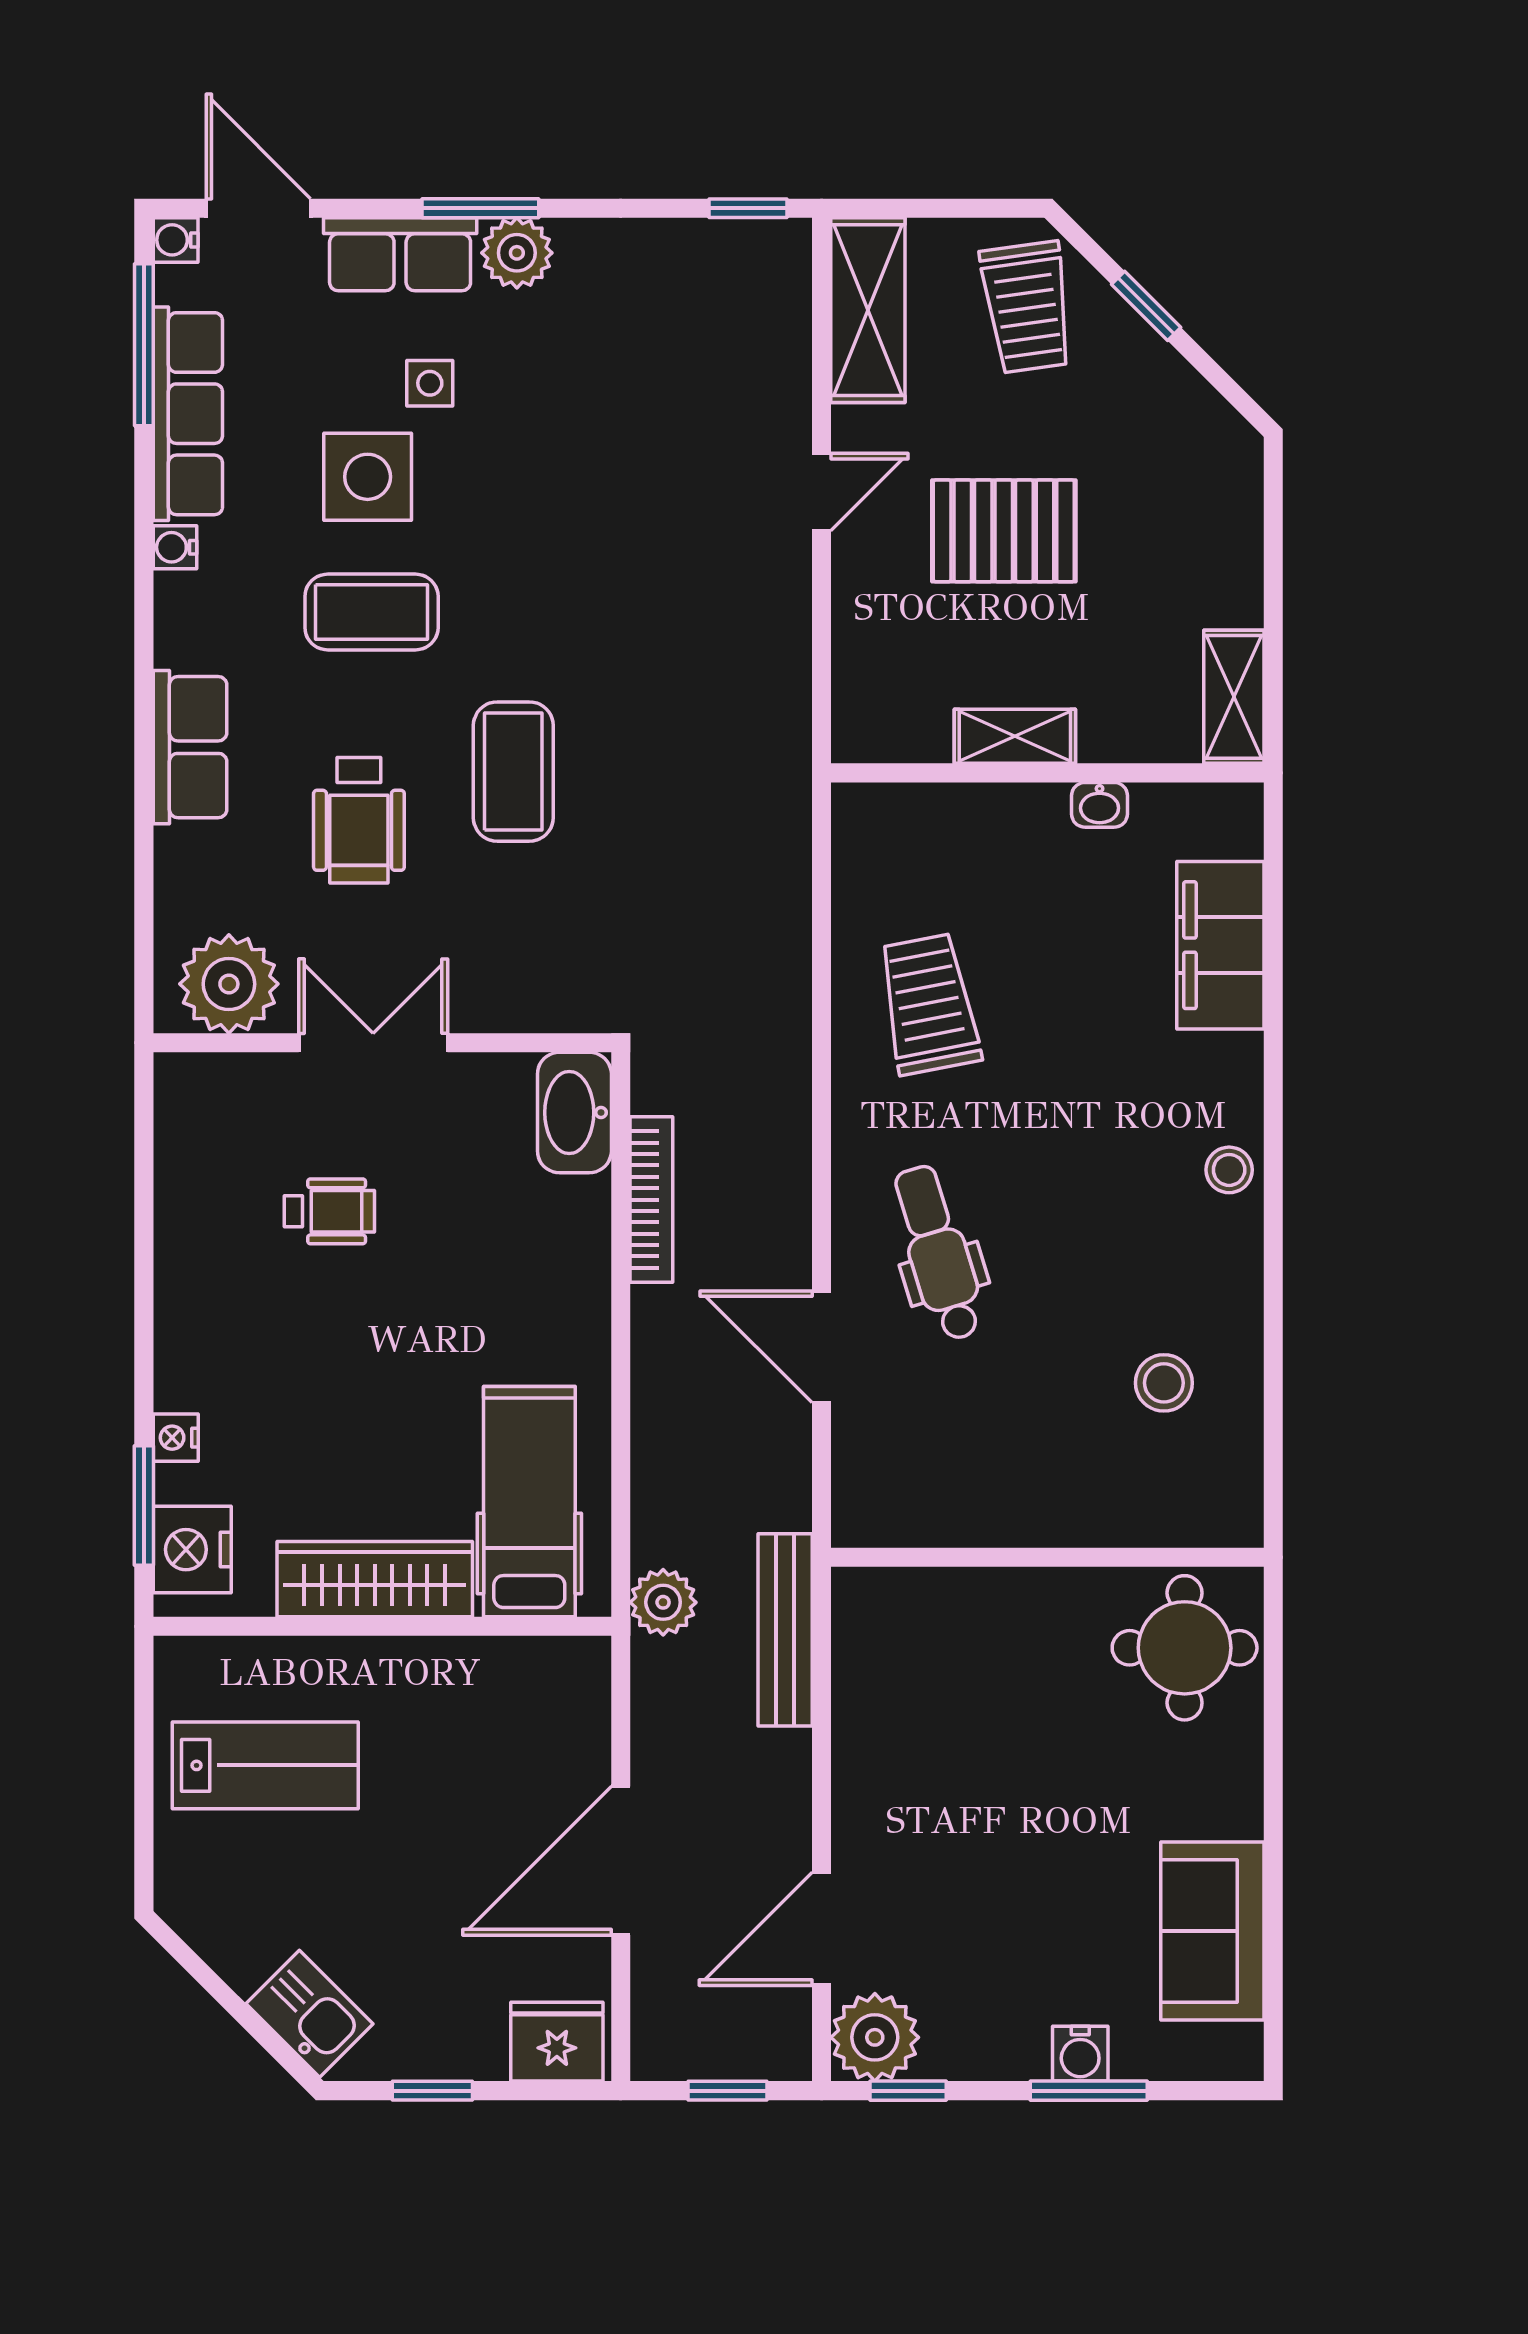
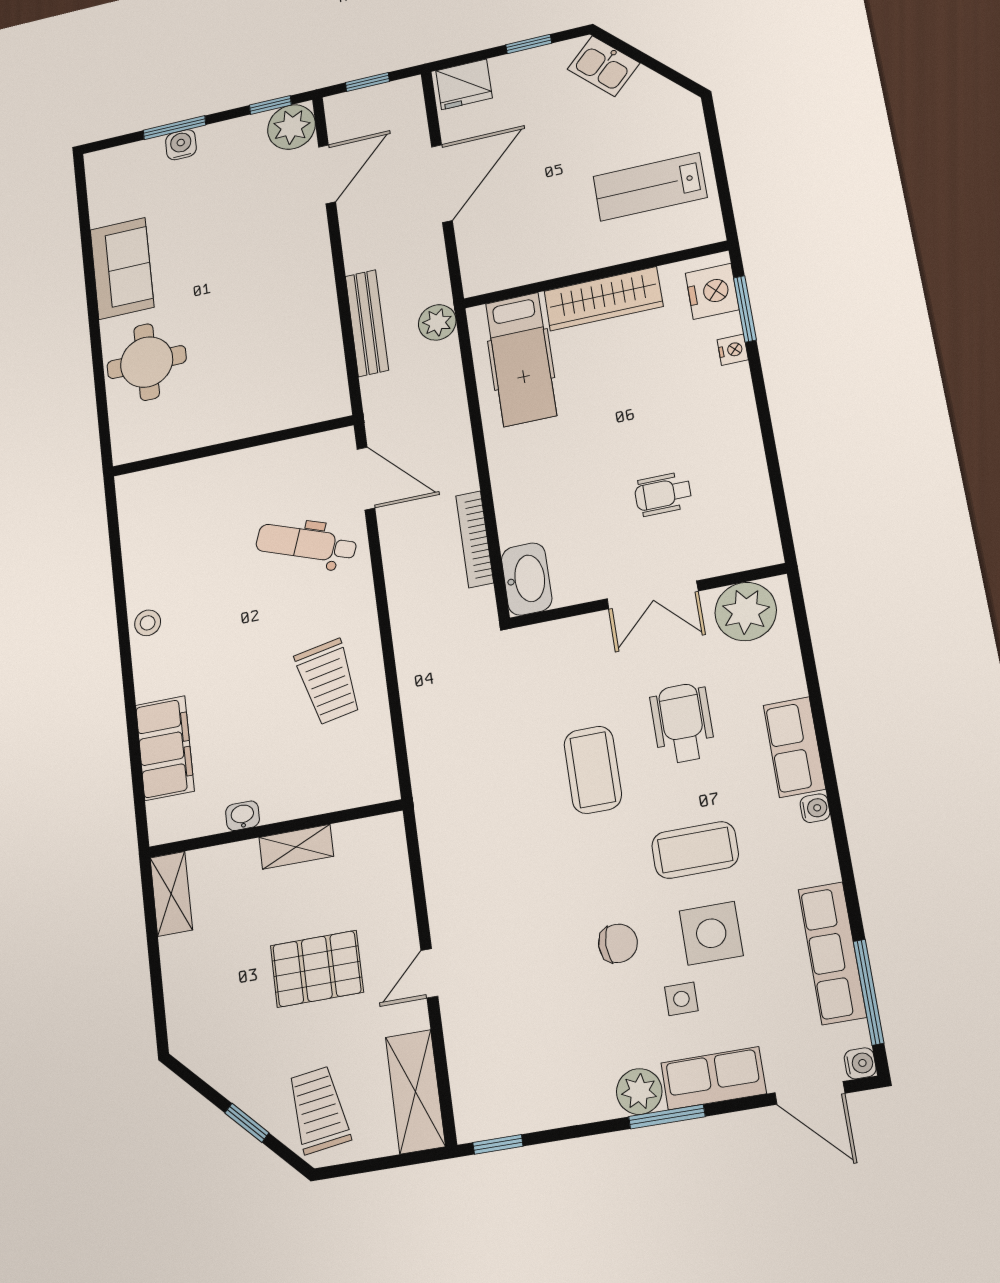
chair: (515, 487) -> (618, 943), added
water cooler: (175, 547) -> (815, 808), moved
dental chair: (938, 1253) -> (306, 544), turned 127
stool: (1164, 1383) -> (172, 499), removed
wall: (1047, 1557) -> (232, 446), moved
sofa: (1212, 1931) -> (122, 268), moved

